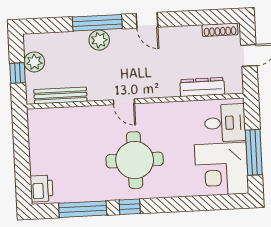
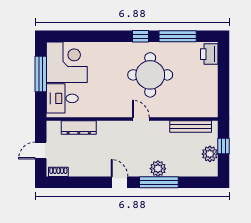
shoe rack: (220, 30) -> (58, 172), width x0.70
round table: (135, 160) -> (150, 75), moved

